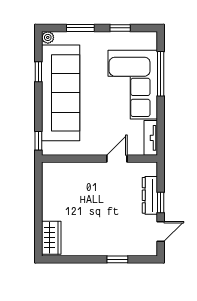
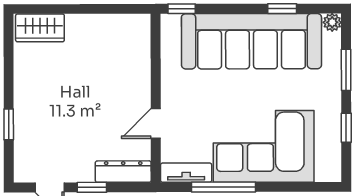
window: (161, 74) -> (223, 187), moved
door: (117, 159) -> (156, 123), swing flipped
dresser: (150, 195) -> (123, 172), moved

